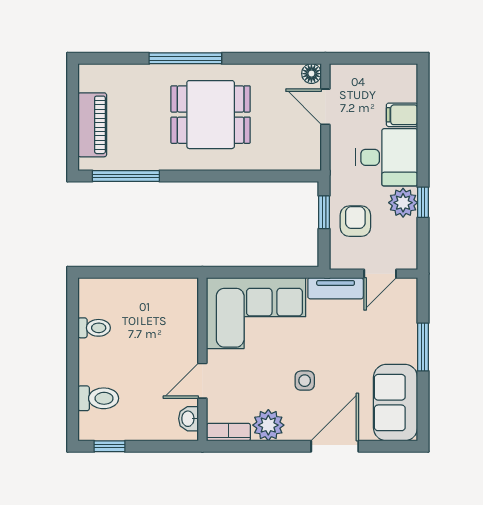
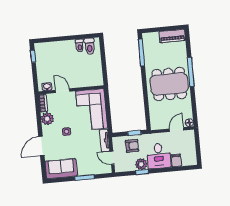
dining table: (211, 115) -> (169, 84), width x1.38
piano: (92, 125) -> (172, 36), moved
toilet: (98, 398) -> (90, 46), moved
door: (335, 446) -> (41, 146), swing flipped

